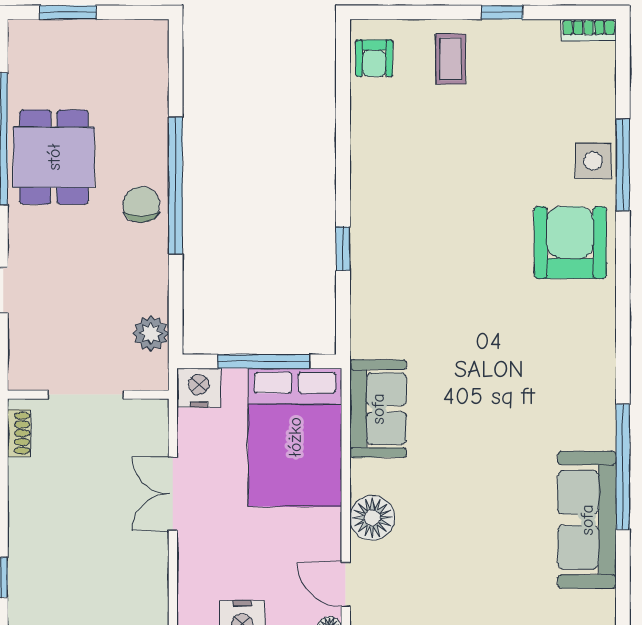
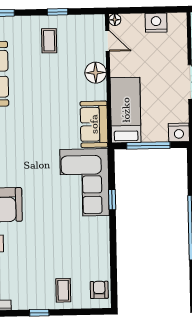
corner sofa: (400, 286) -> (85, 182), added
bed: (295, 437) -> (126, 110), width x0.67
coffee table: (469, 587) -> (49, 41), added

